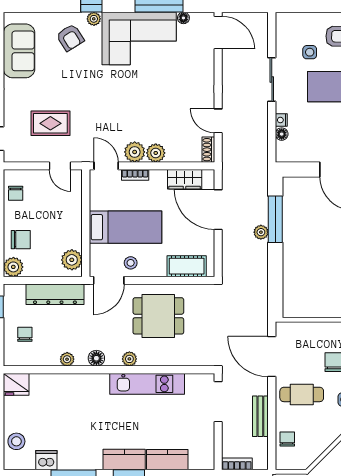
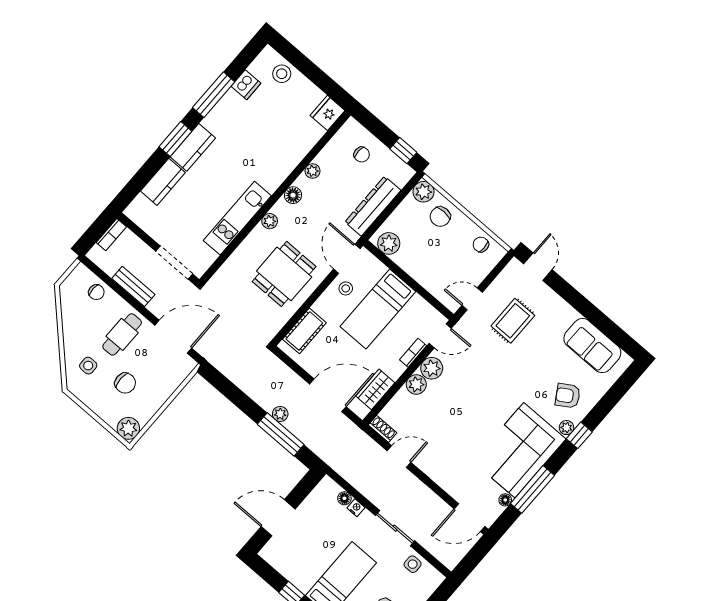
side table: (310, 52) -> (413, 564), moved

